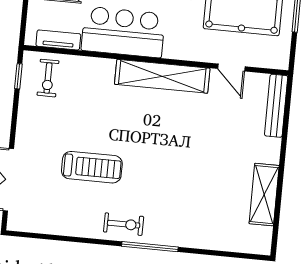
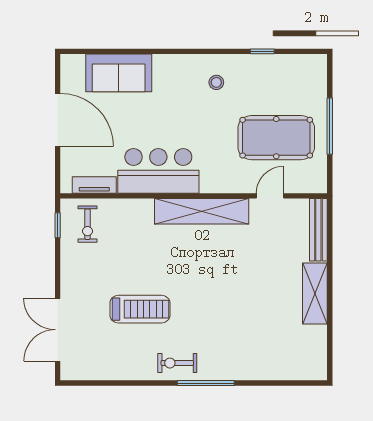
door: (231, 68) -> (270, 196), swing flipped
shelving: (264, 195) -> (315, 293), moved
exercise bike: (124, 224) -> (177, 363), turned 180

